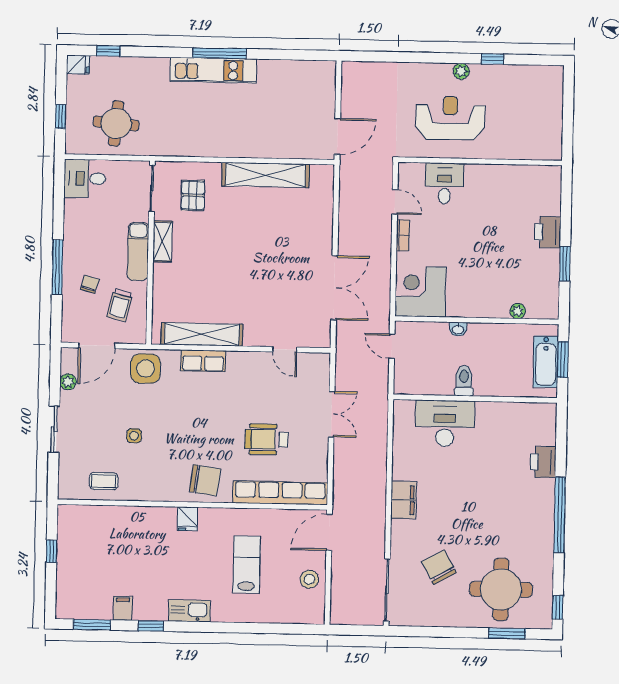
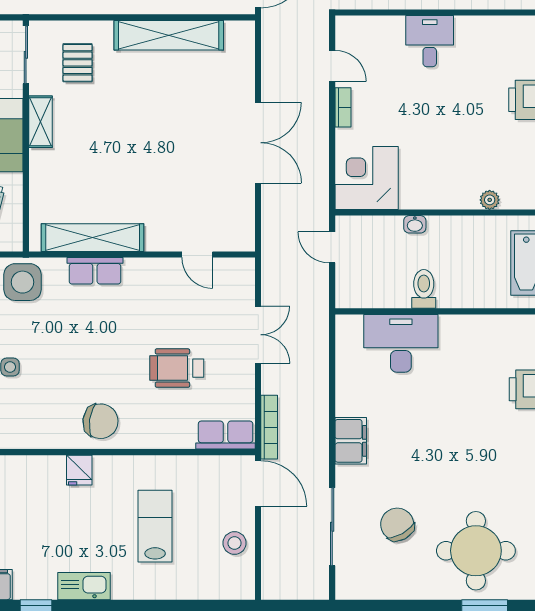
desk: (444, 183) -> (430, 41), moved
double door: (334, 288) -> (258, 143), moved
bookcase: (339, 488) -> (269, 427), added
row of seats: (280, 493) -> (226, 435), width x0.50
door: (329, 532) -> (258, 483), swing flipped
sliding door: (387, 590) -> (332, 527), moved

